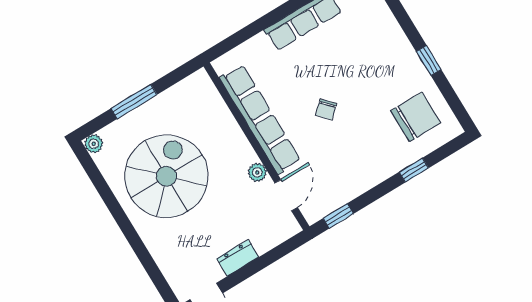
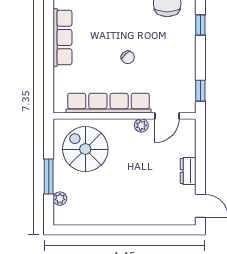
plant: (94, 144) -> (60, 199), moved
spiral stairs: (166, 176) -> (85, 149), moved, width x0.73, depth x0.73
door: (286, 195) -> (167, 116), swing flipped

